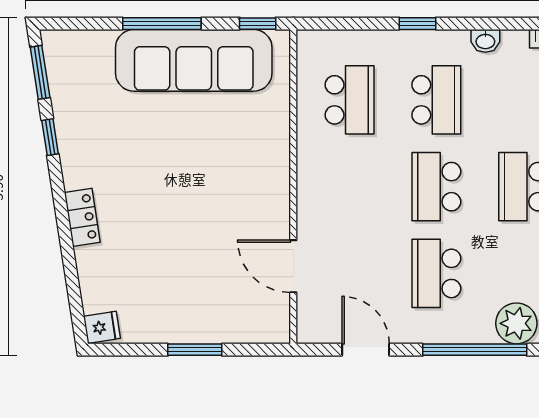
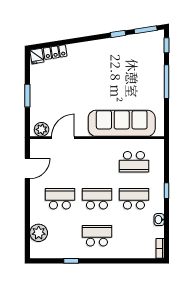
window: (258, 24) -> (166, 45), moved
sofa: (194, 60) -> (122, 123), moved, turned 90
school desk: (436, 100) -> (134, 199), turned 180
locker: (82, 217) -> (55, 52), moved
plant: (274, 317) -> (42, 129), added
window: (475, 350) -> (27, 215), removed

